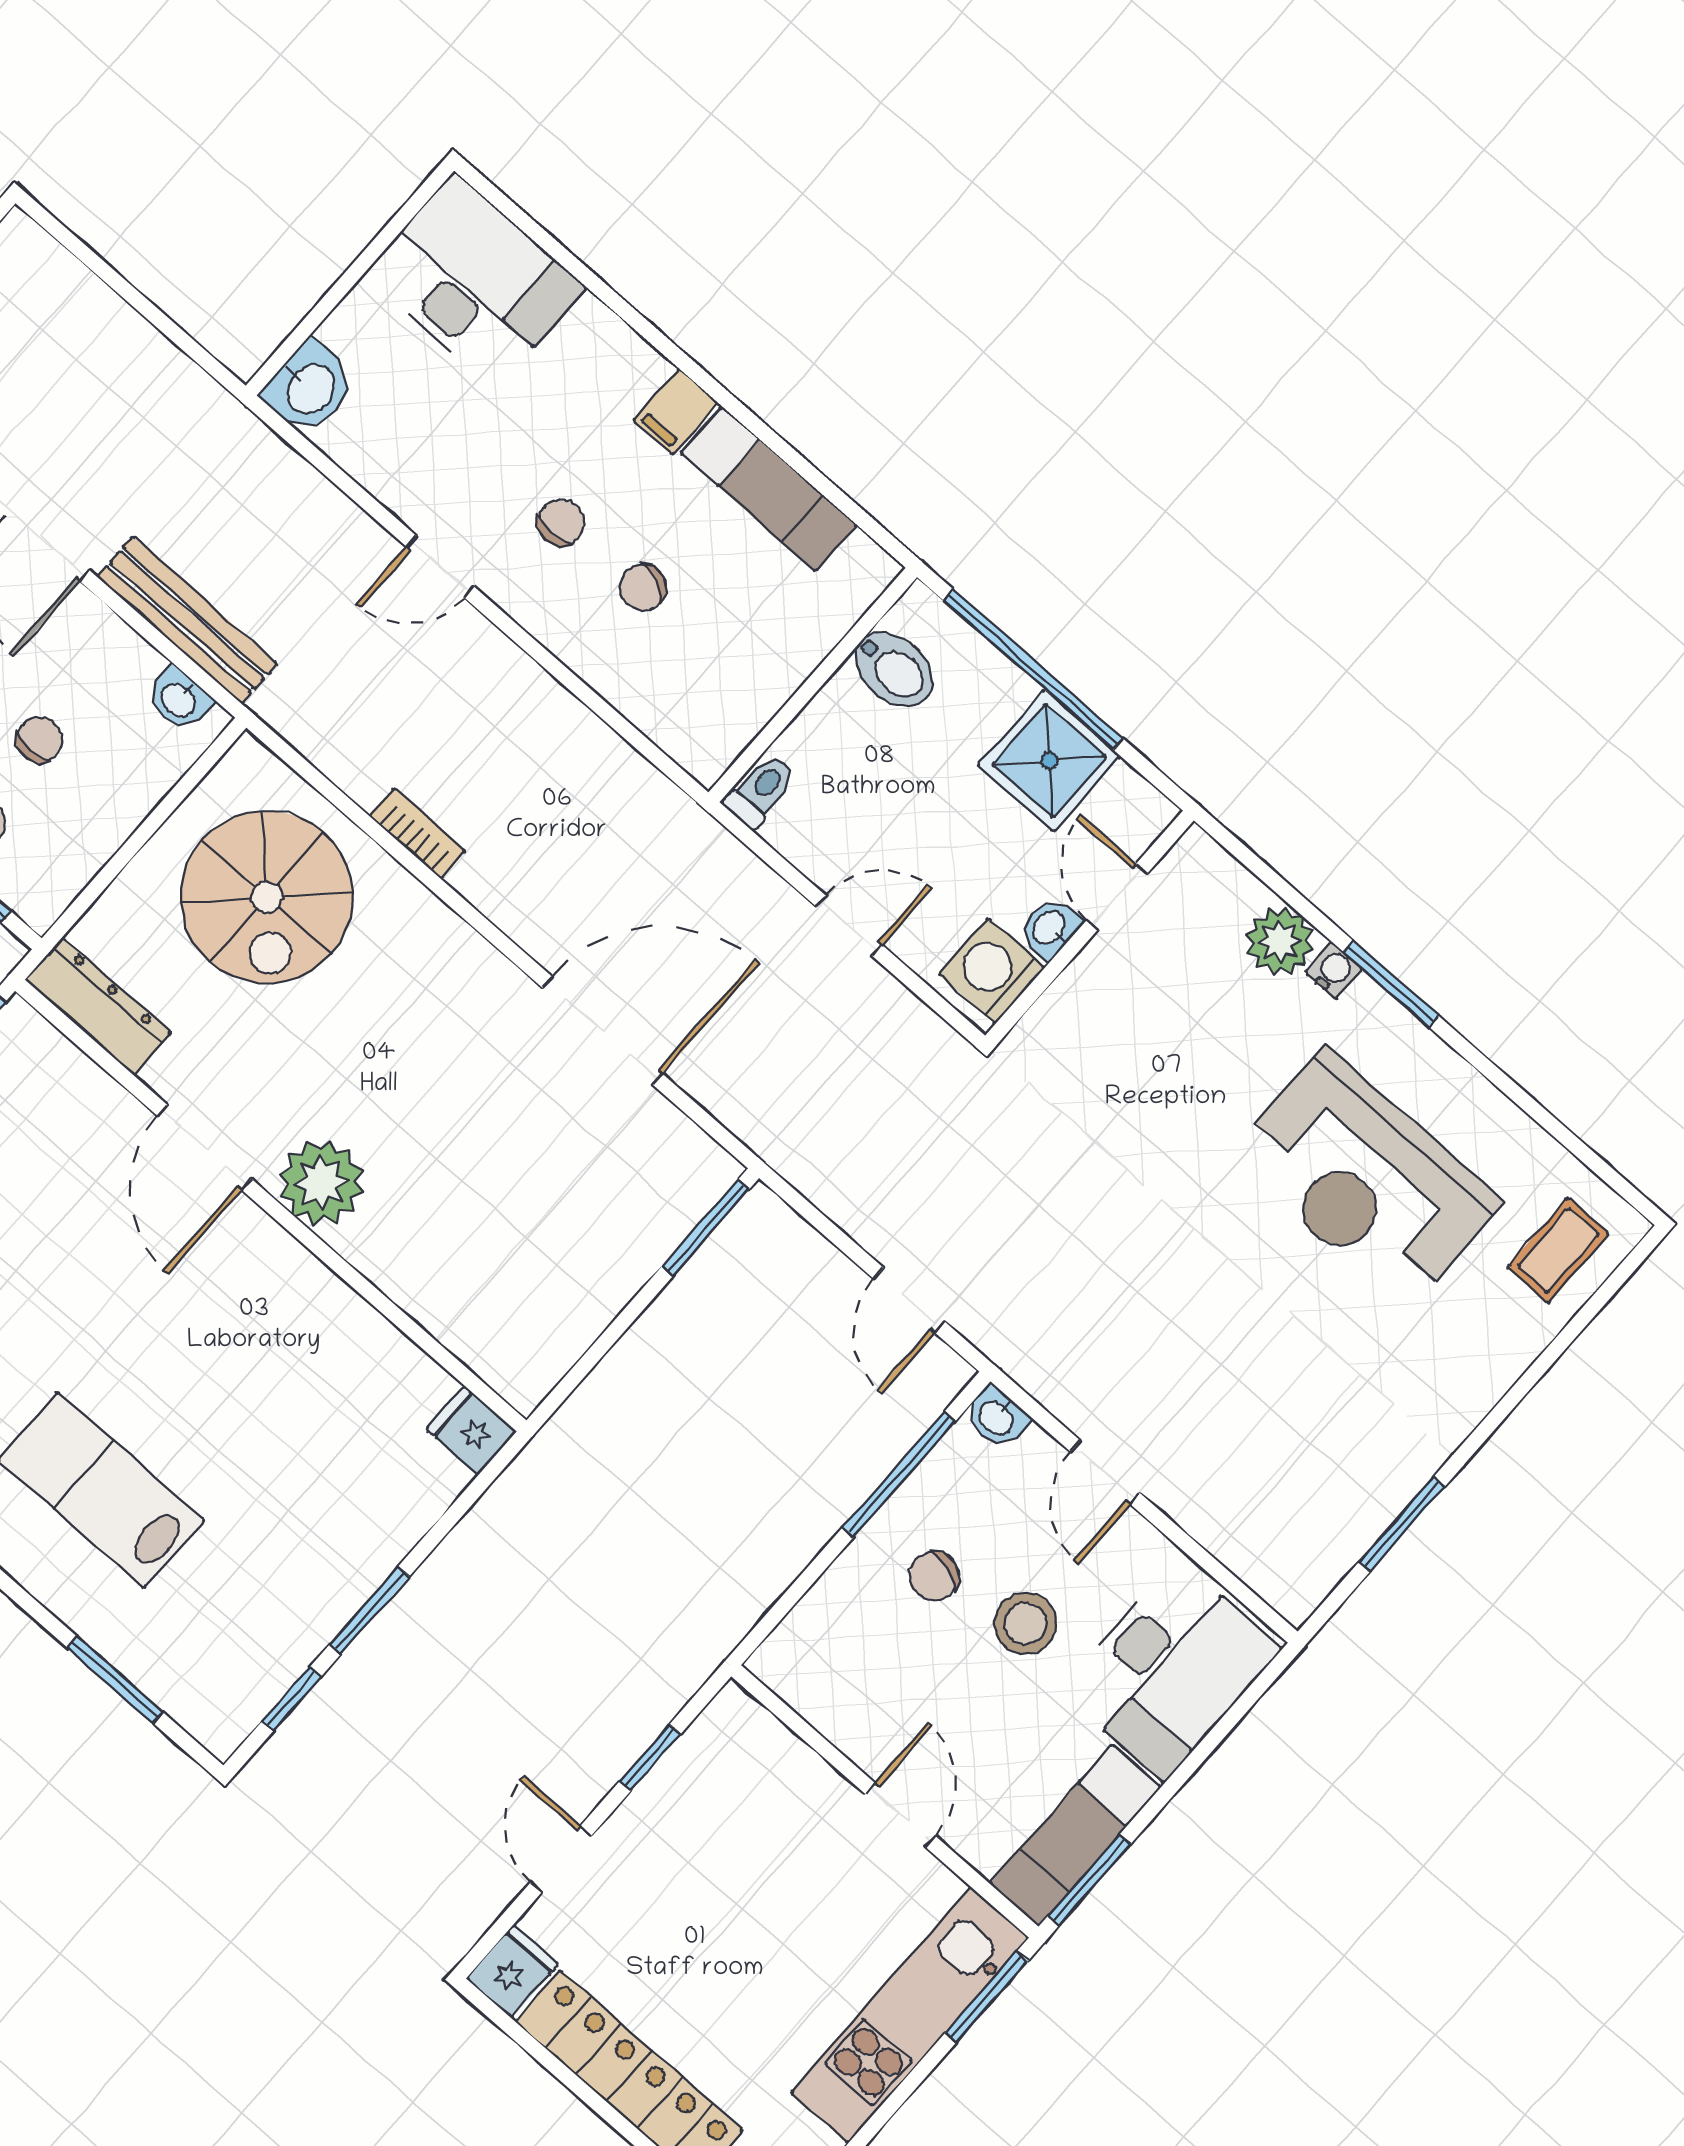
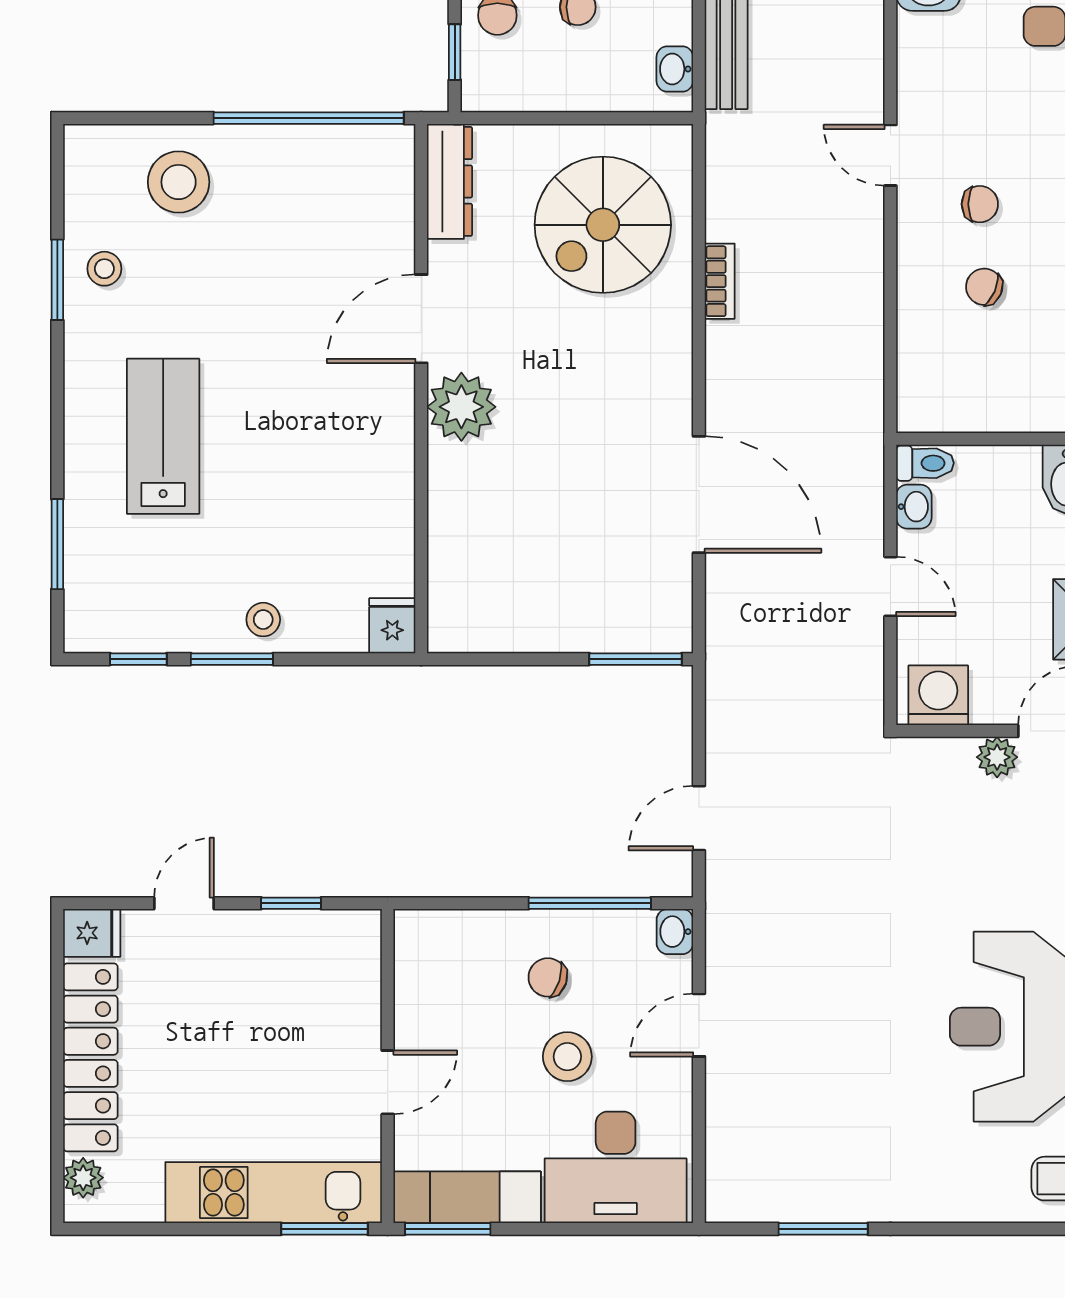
washbasin: (1050, 928) -> (914, 507), moved, turned 90
plant: (1099, 967) -> (997, 757), added
stool: (358, 1548) -> (263, 620), added

